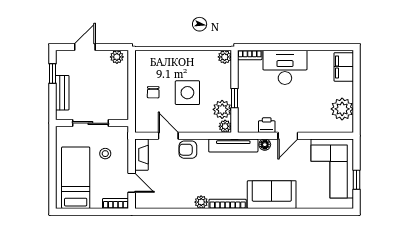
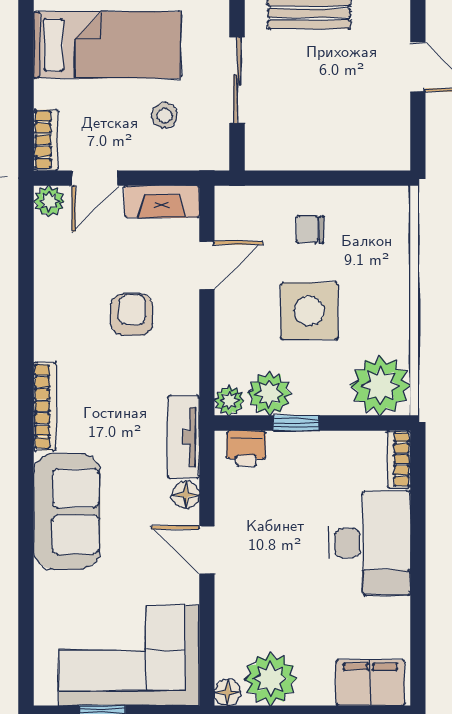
plant: (117, 57) -> (394, 143), removed
plant: (225, 57) -> (380, 386), width x1.87, depth x1.87
printer: (267, 125) -> (246, 448), moved, turned 90
floor lamp: (348, 127) -> (228, 692), added
tv unit: (233, 146) -> (184, 437), width x0.71
armchair: (188, 150) -> (132, 315), moved
plant: (201, 202) -> (49, 201), moved

